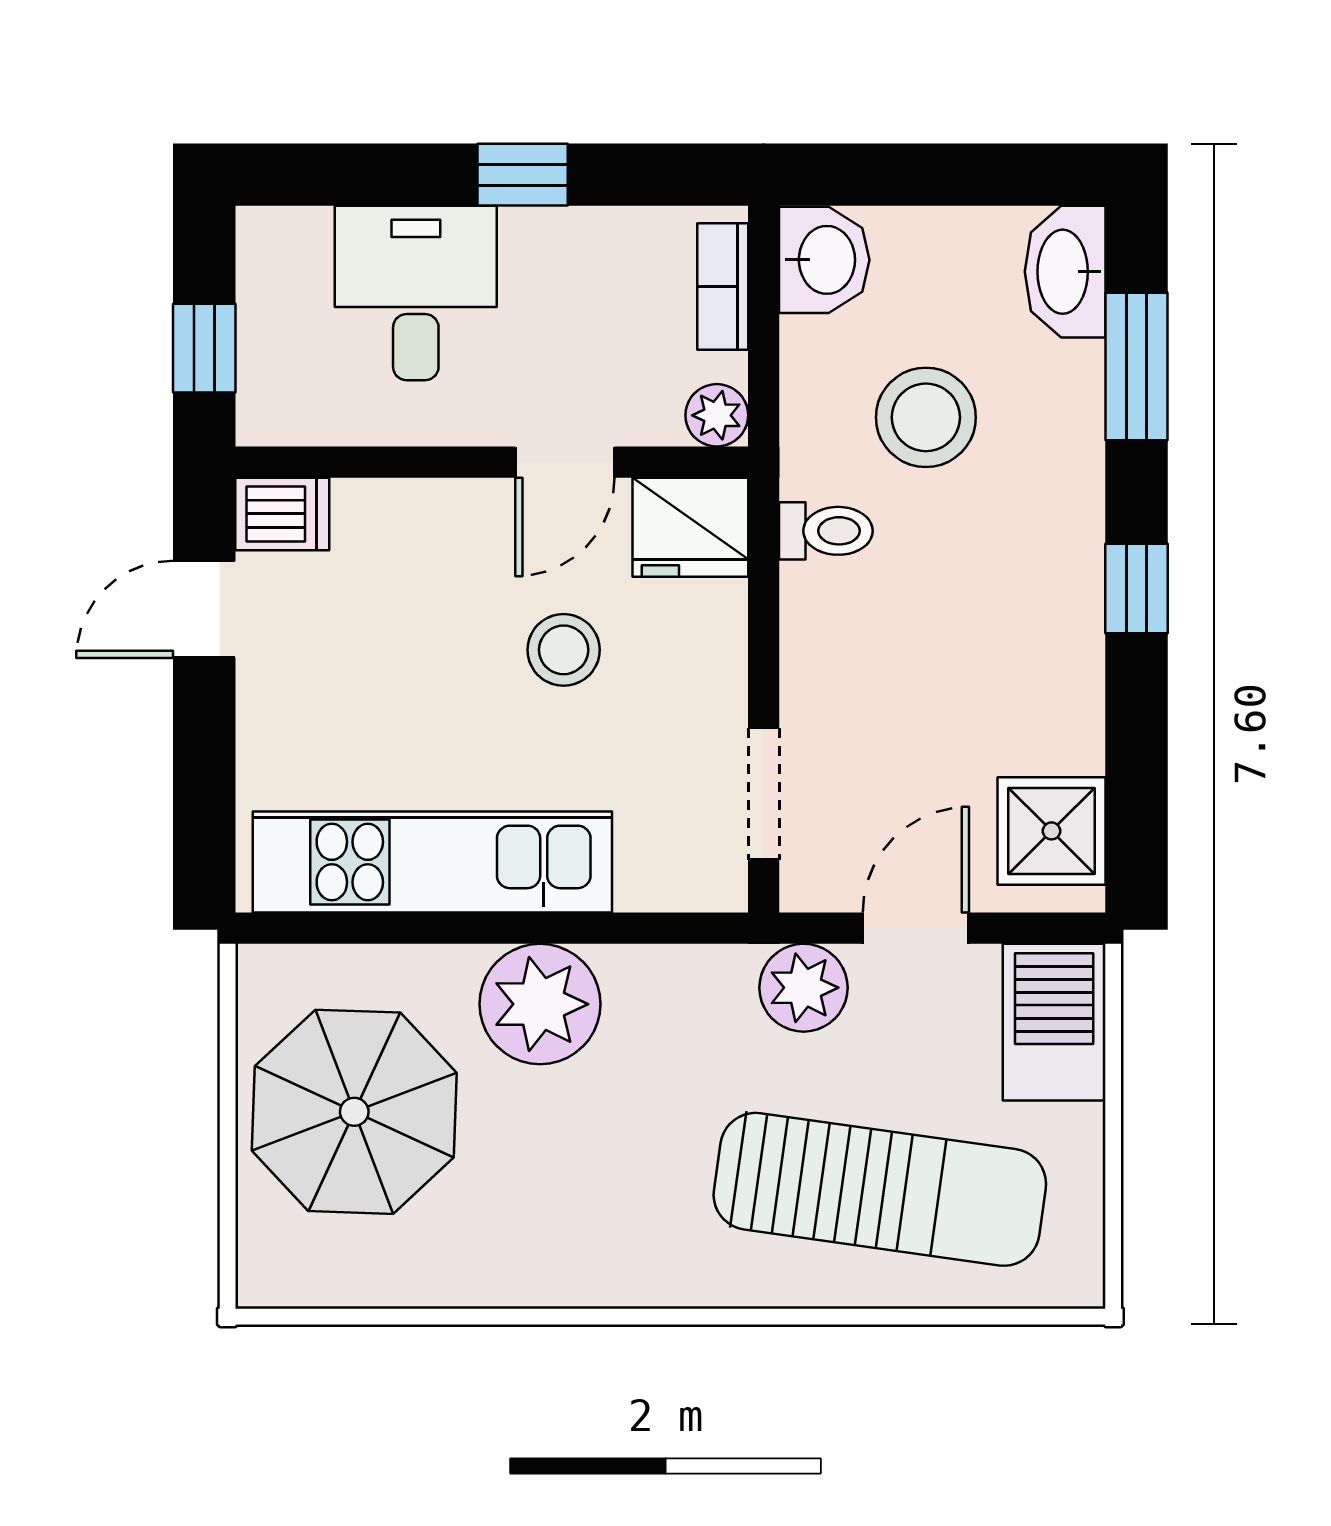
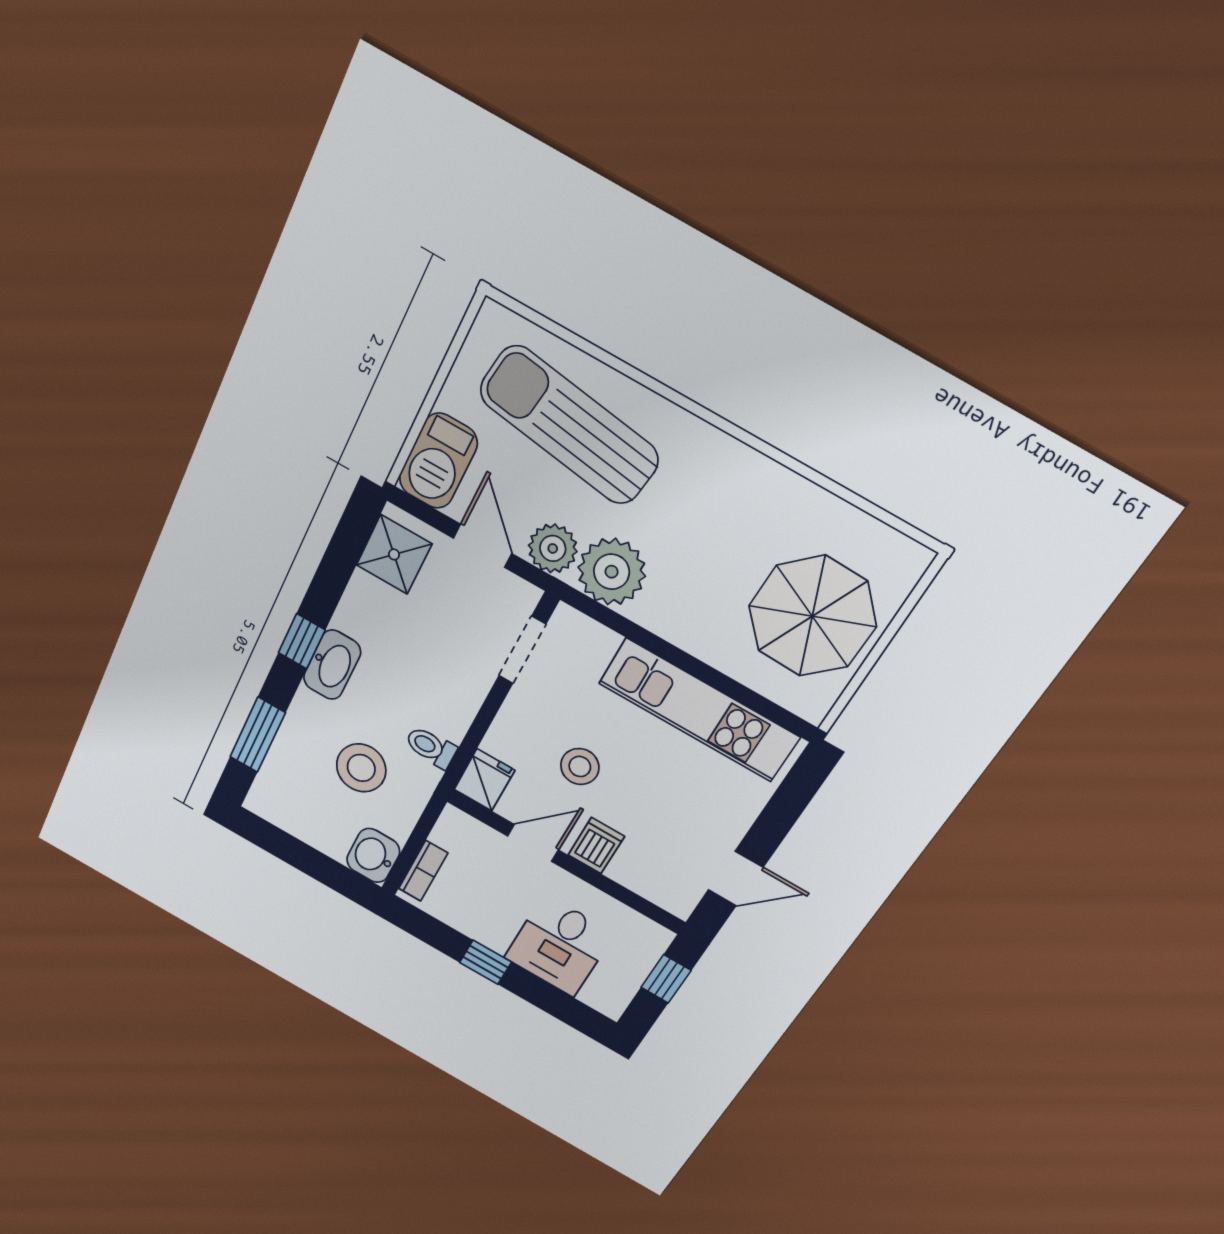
washbasin: (1065, 272) -> (332, 665), moved
plant: (717, 415) -> (454, 822), removed
dishwasher: (282, 514) -> (596, 846), moved, turned 90
fridge: (690, 527) -> (484, 780), width x0.72
door: (916, 928) -> (483, 546), swing flipped
plant: (540, 1004) -> (612, 572), moved

